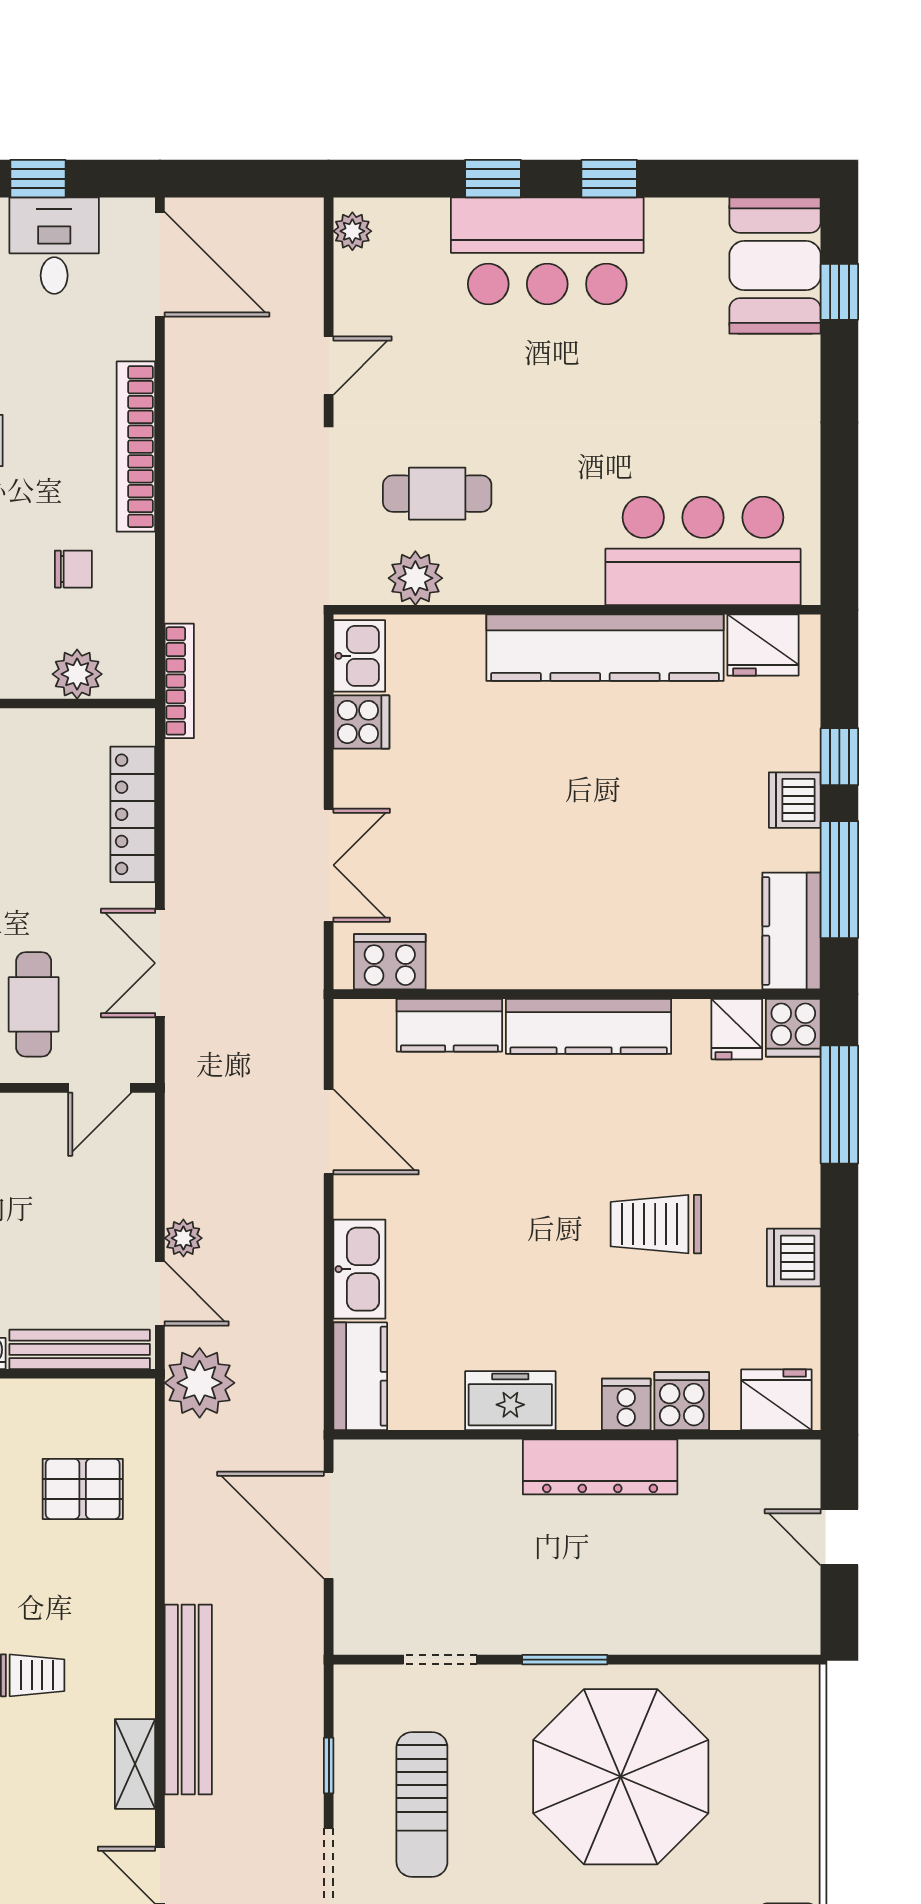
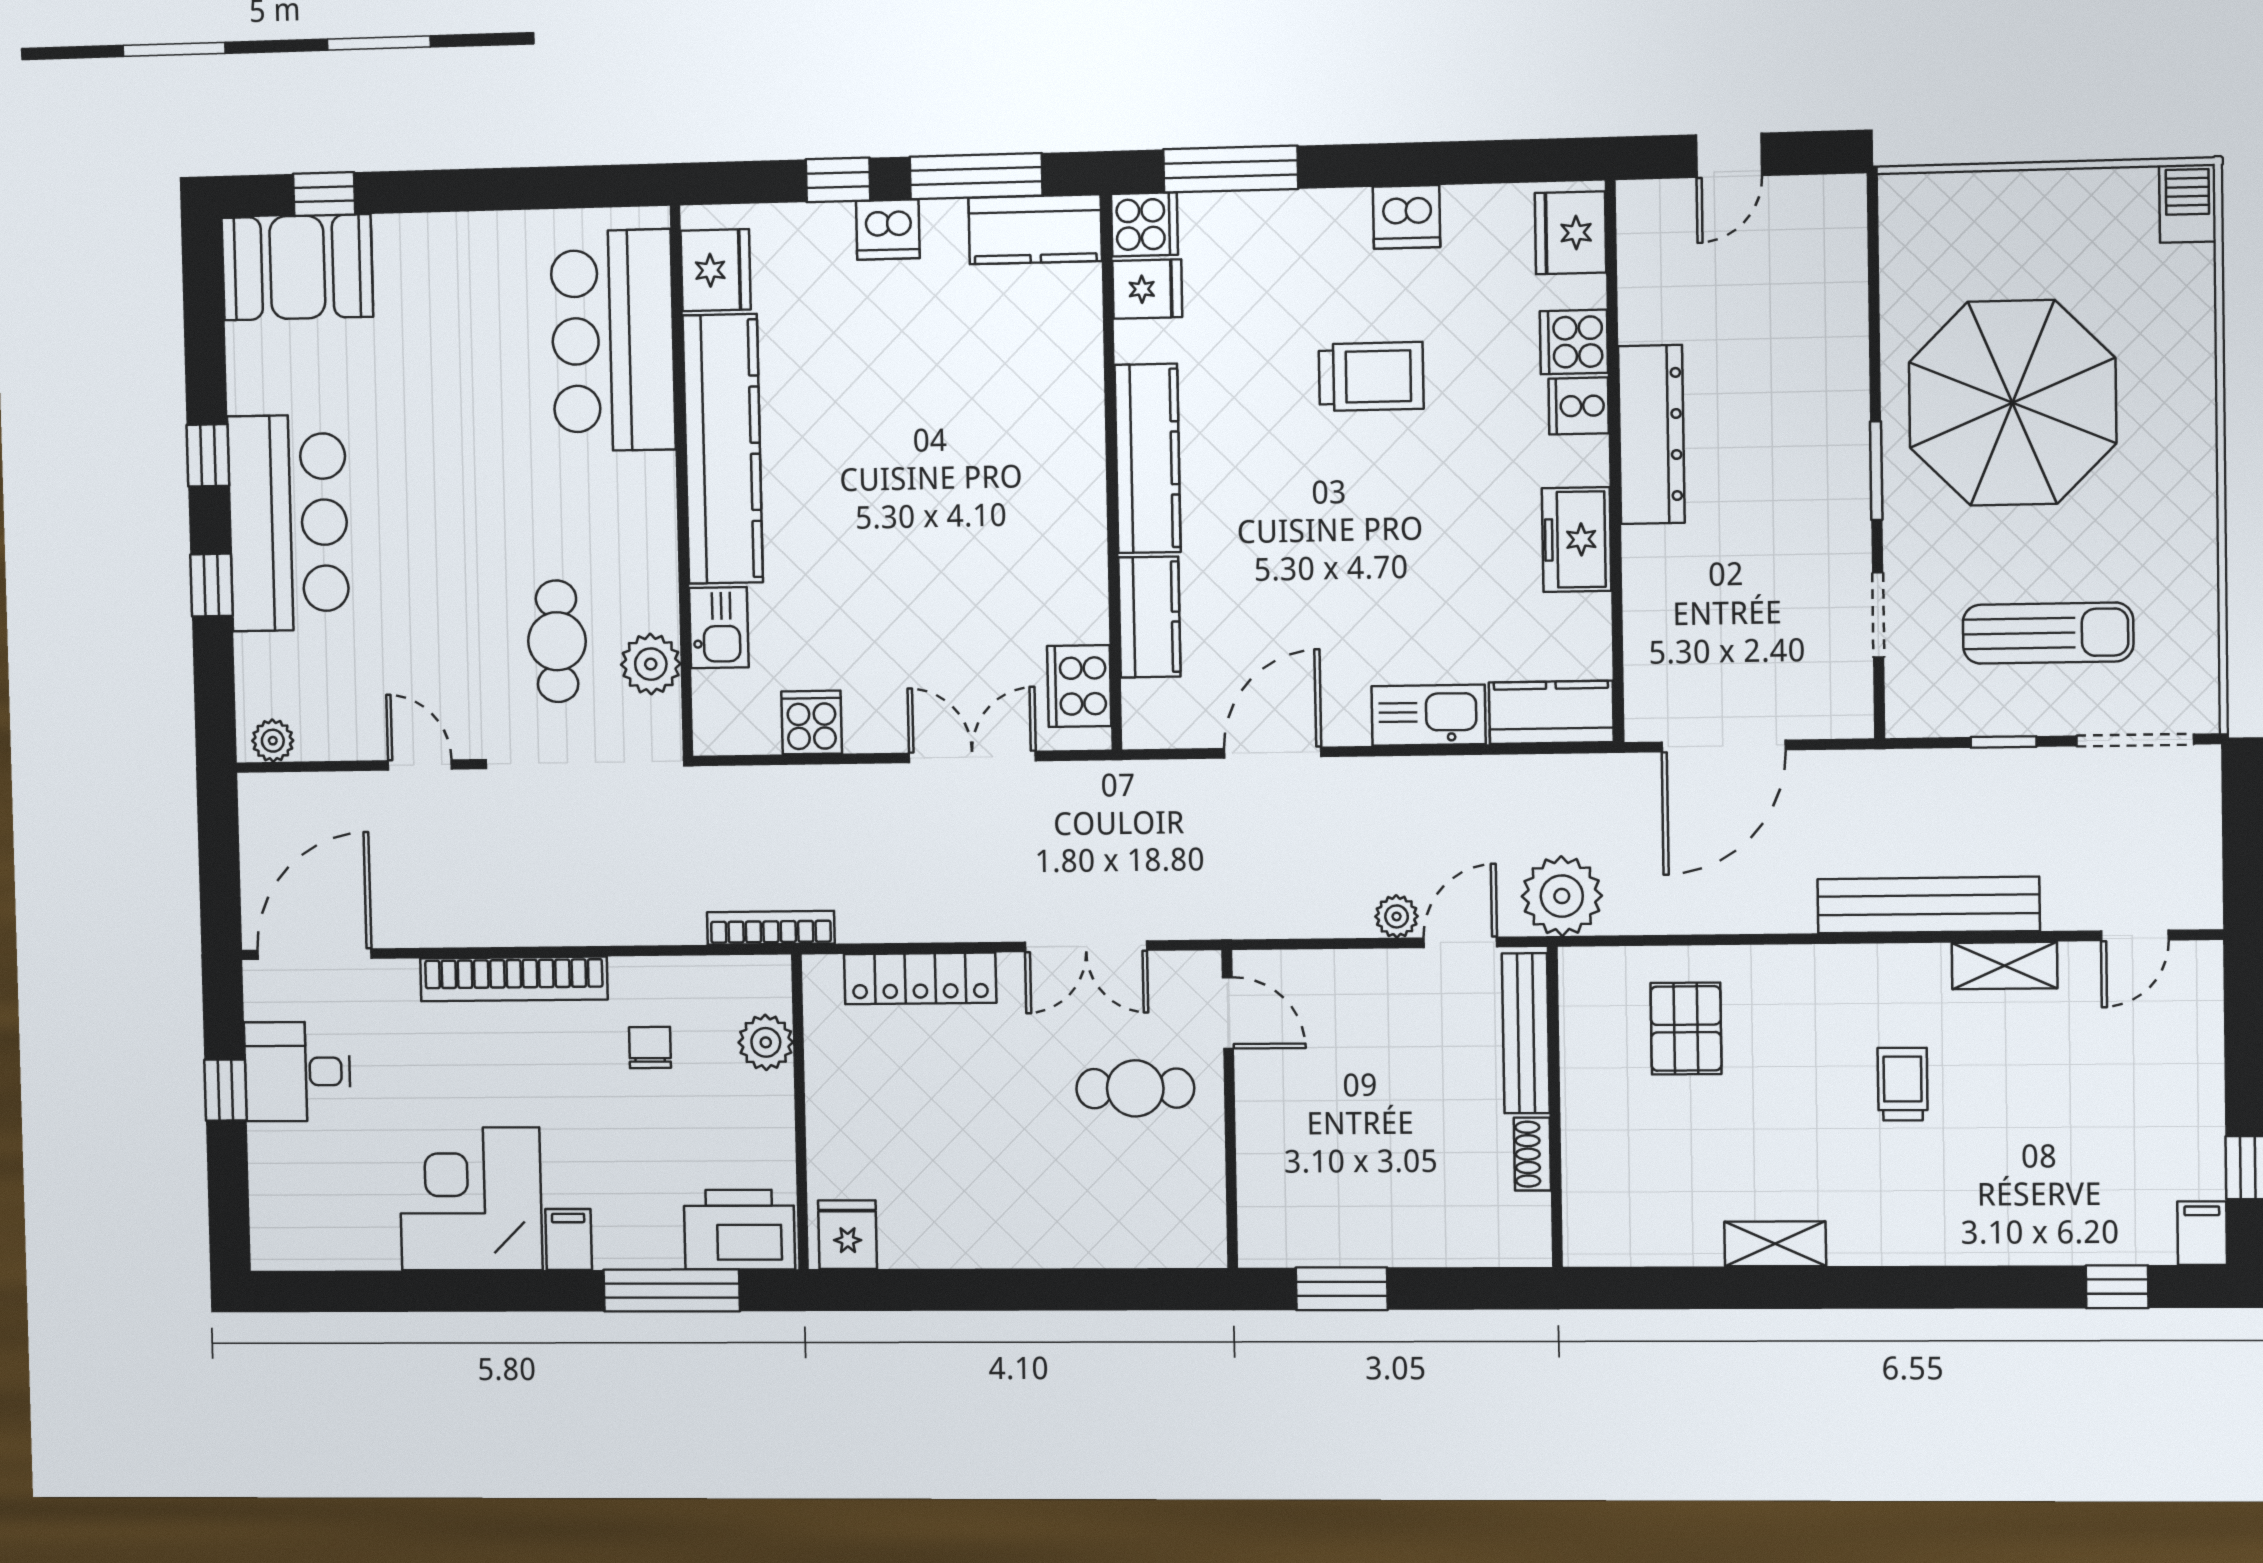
kitchen sink: (359, 656) -> (719, 628), moved, turned 90
trolley: (656, 1224) -> (1371, 377), turned -90

